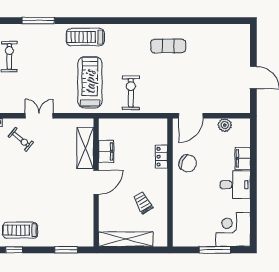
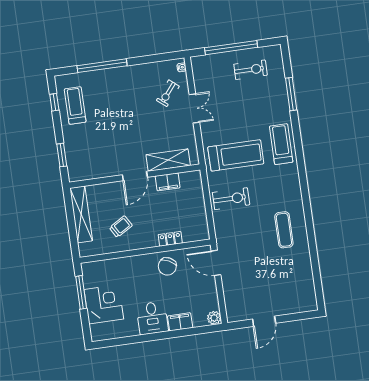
plant: (225, 125) -> (214, 318), moved
door: (96, 182) -> (135, 176), hinge flipped
corner desk: (233, 230) -> (104, 304), moved
window: (215, 250) -> (81, 292), moved

